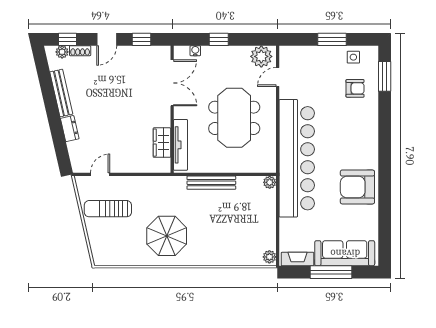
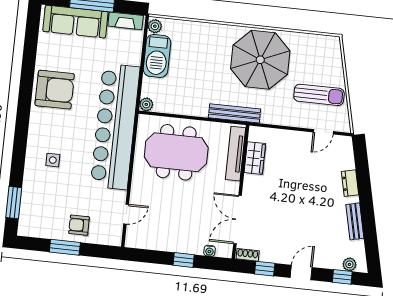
shoe rack: (80, 51) -> (248, 255), moved
plant: (261, 56) -> (141, 237), removed
side table: (353, 57) -> (53, 160), moved
armchair: (355, 88) -> (79, 225), moved
bench: (61, 93) -> (355, 221), width x0.73
meeting table: (234, 118) -> (176, 152), moved, turned 90
bench: (211, 183) -> (234, 113), moved
barbecue: (264, 229) -> (157, 56), added
parasol: (167, 236) -> (260, 60), width x1.36, depth x1.36

